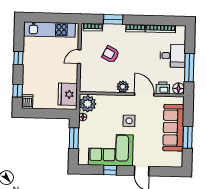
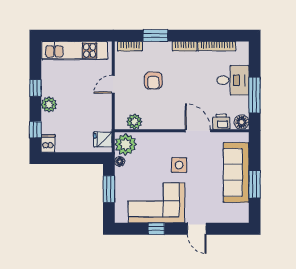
armchair: (111, 54) -> (153, 80), turned -117
plant: (29, 71) -> (49, 104), added
plant: (123, 87) -> (134, 122), moved
fridge: (68, 94) -> (103, 140), width x0.53, depth x0.75

